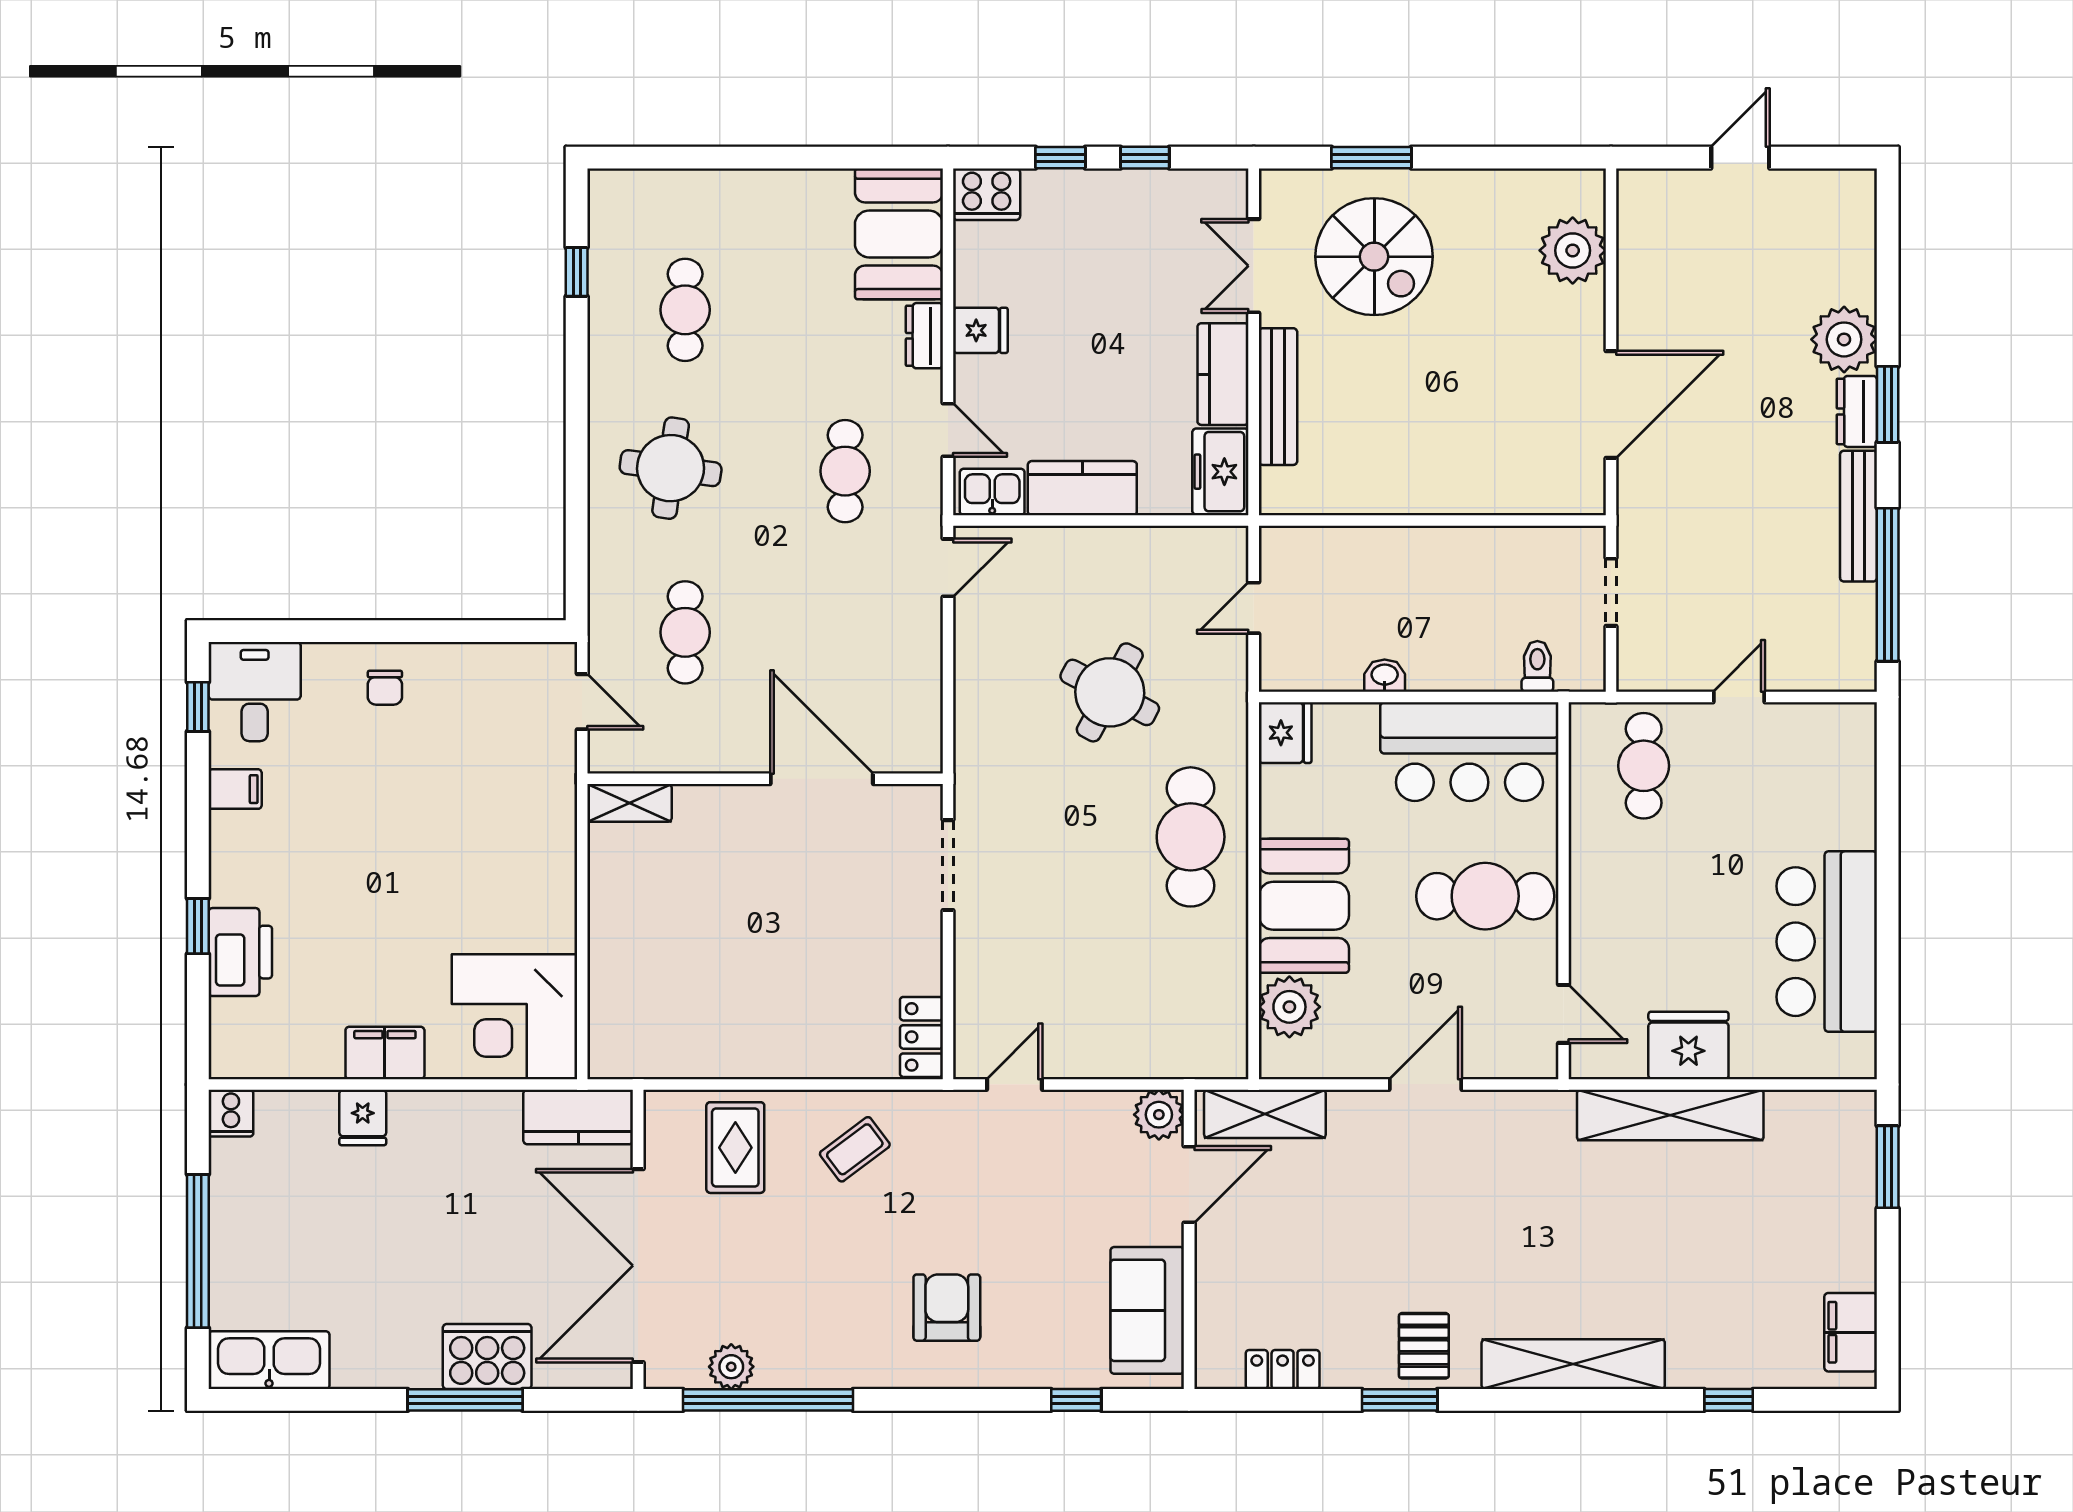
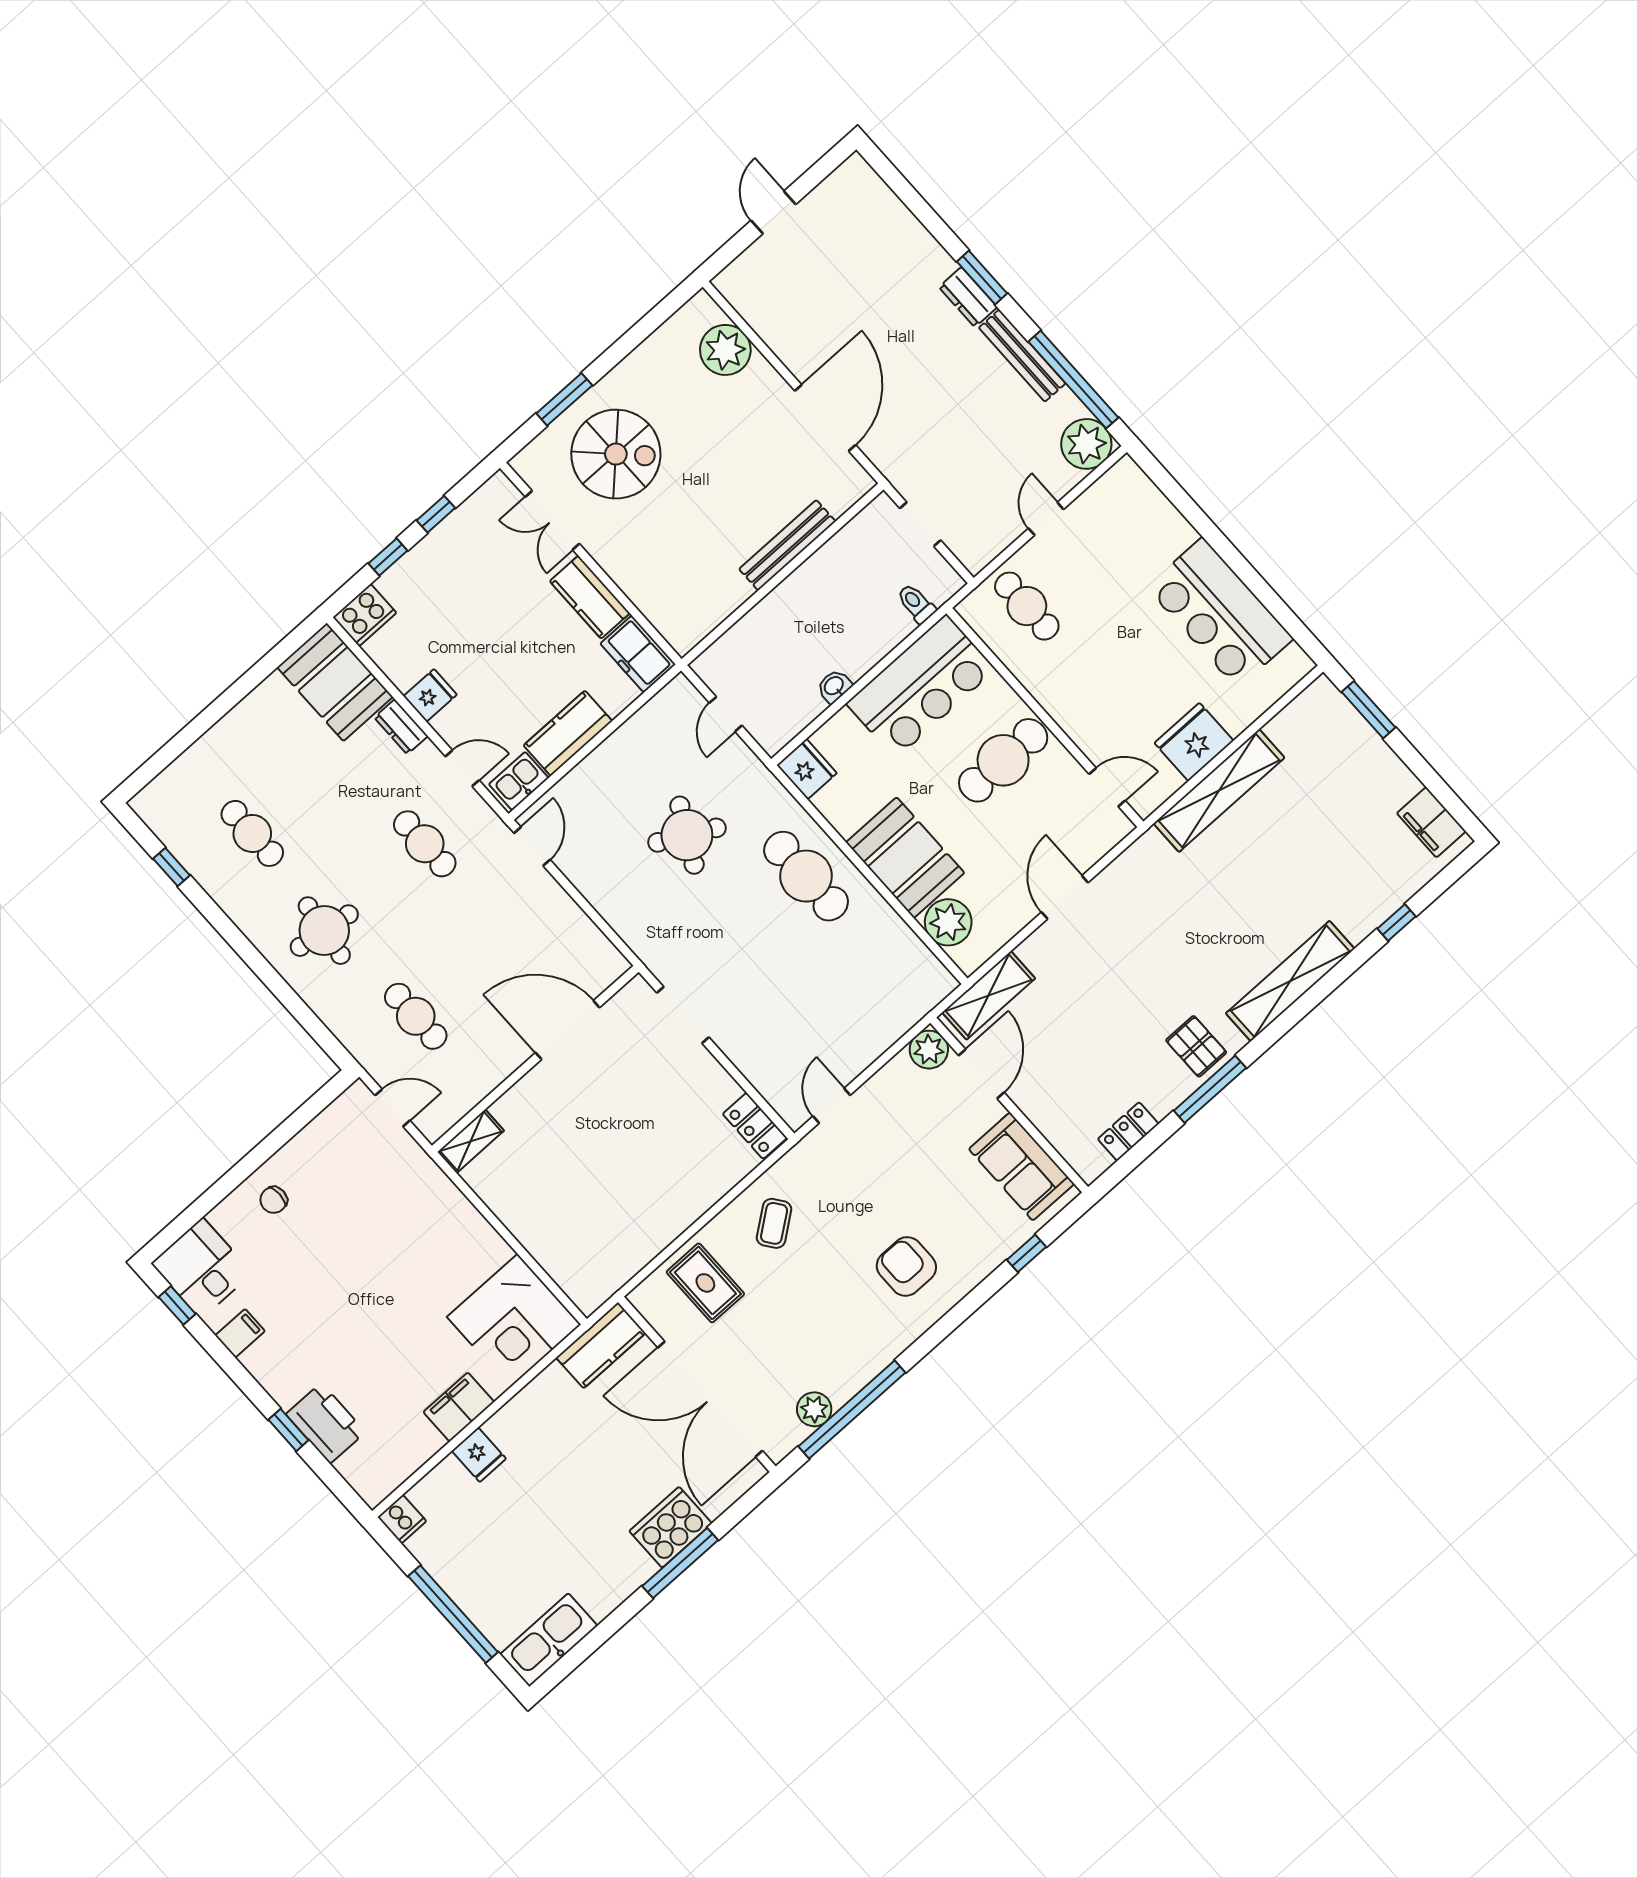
plant: (1844, 339) -> (1086, 444), moved
bench: (1278, 397) -> (787, 545), moved, turned 90
chair: (385, 688) -> (274, 1200), turned 90
window: (1400, 1400) -> (1210, 1089), width x1.44

